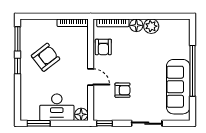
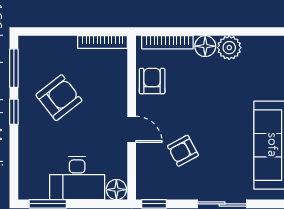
armchair: (103, 47) -> (152, 81), turned 180
armchair: (122, 90) -> (183, 151), turned 152

